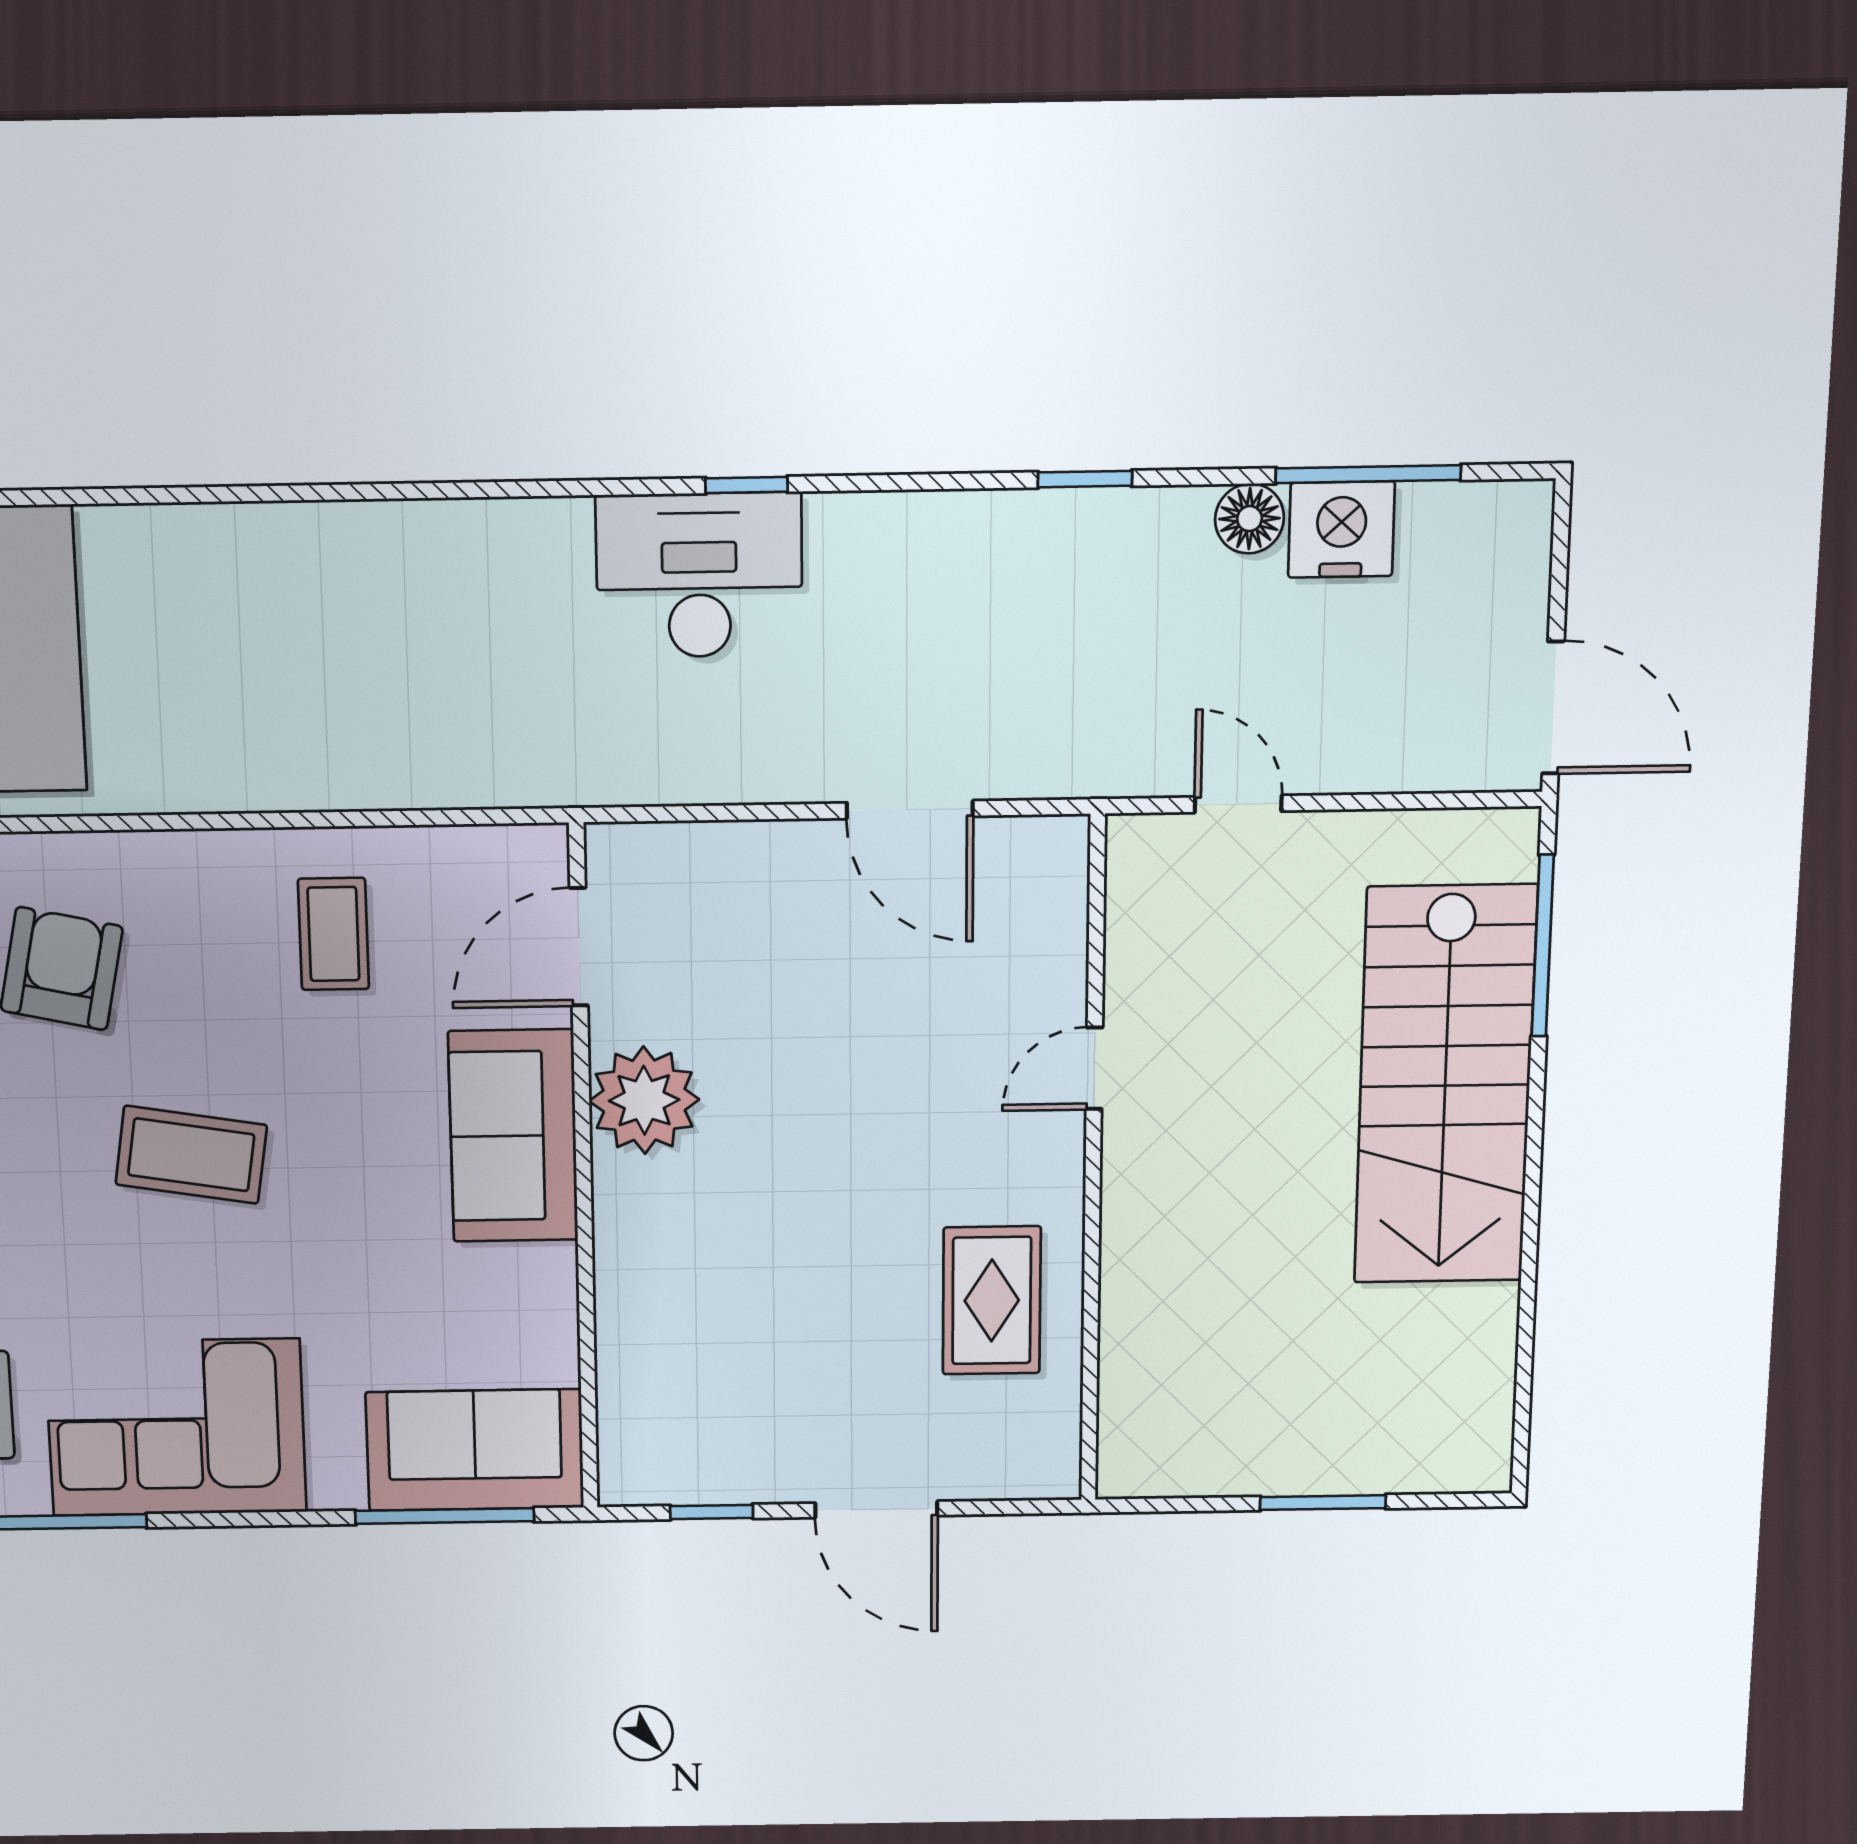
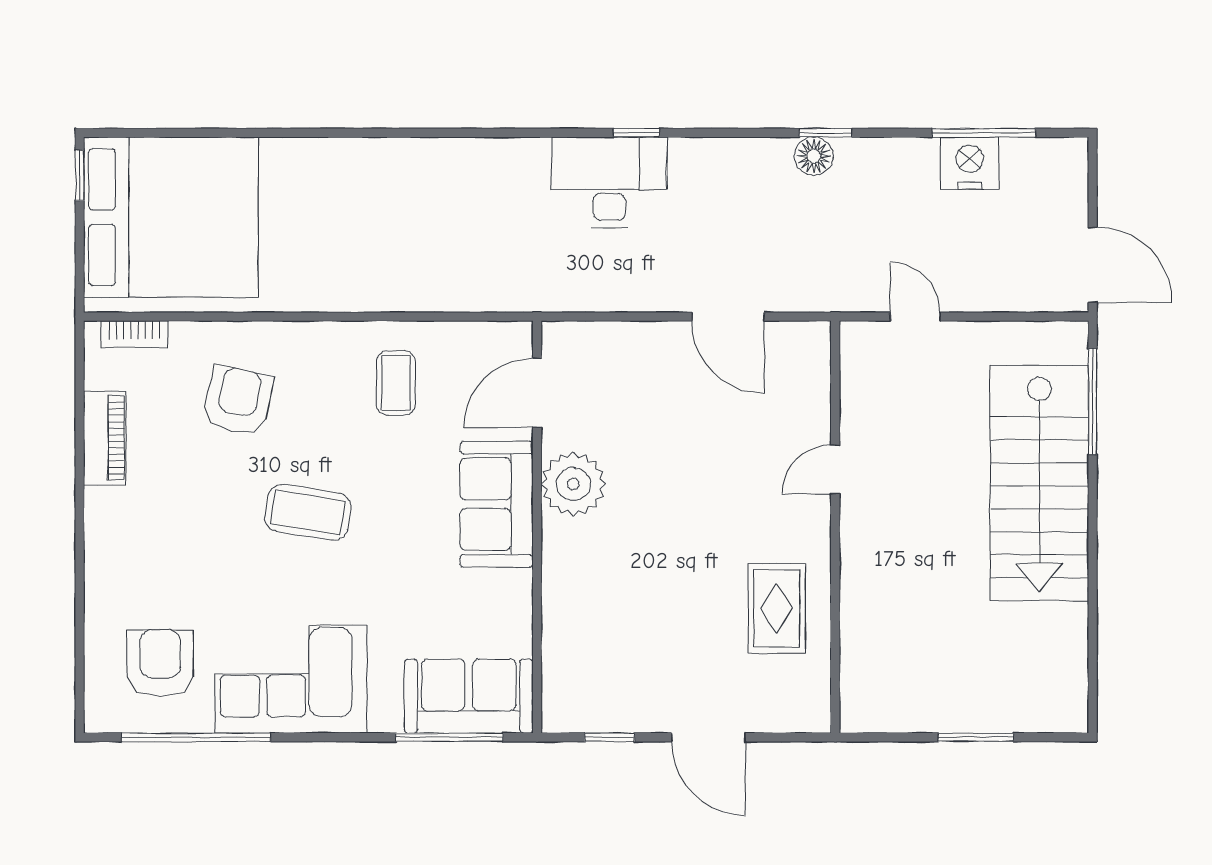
floor lamp: (1250, 519) -> (814, 156), moved

